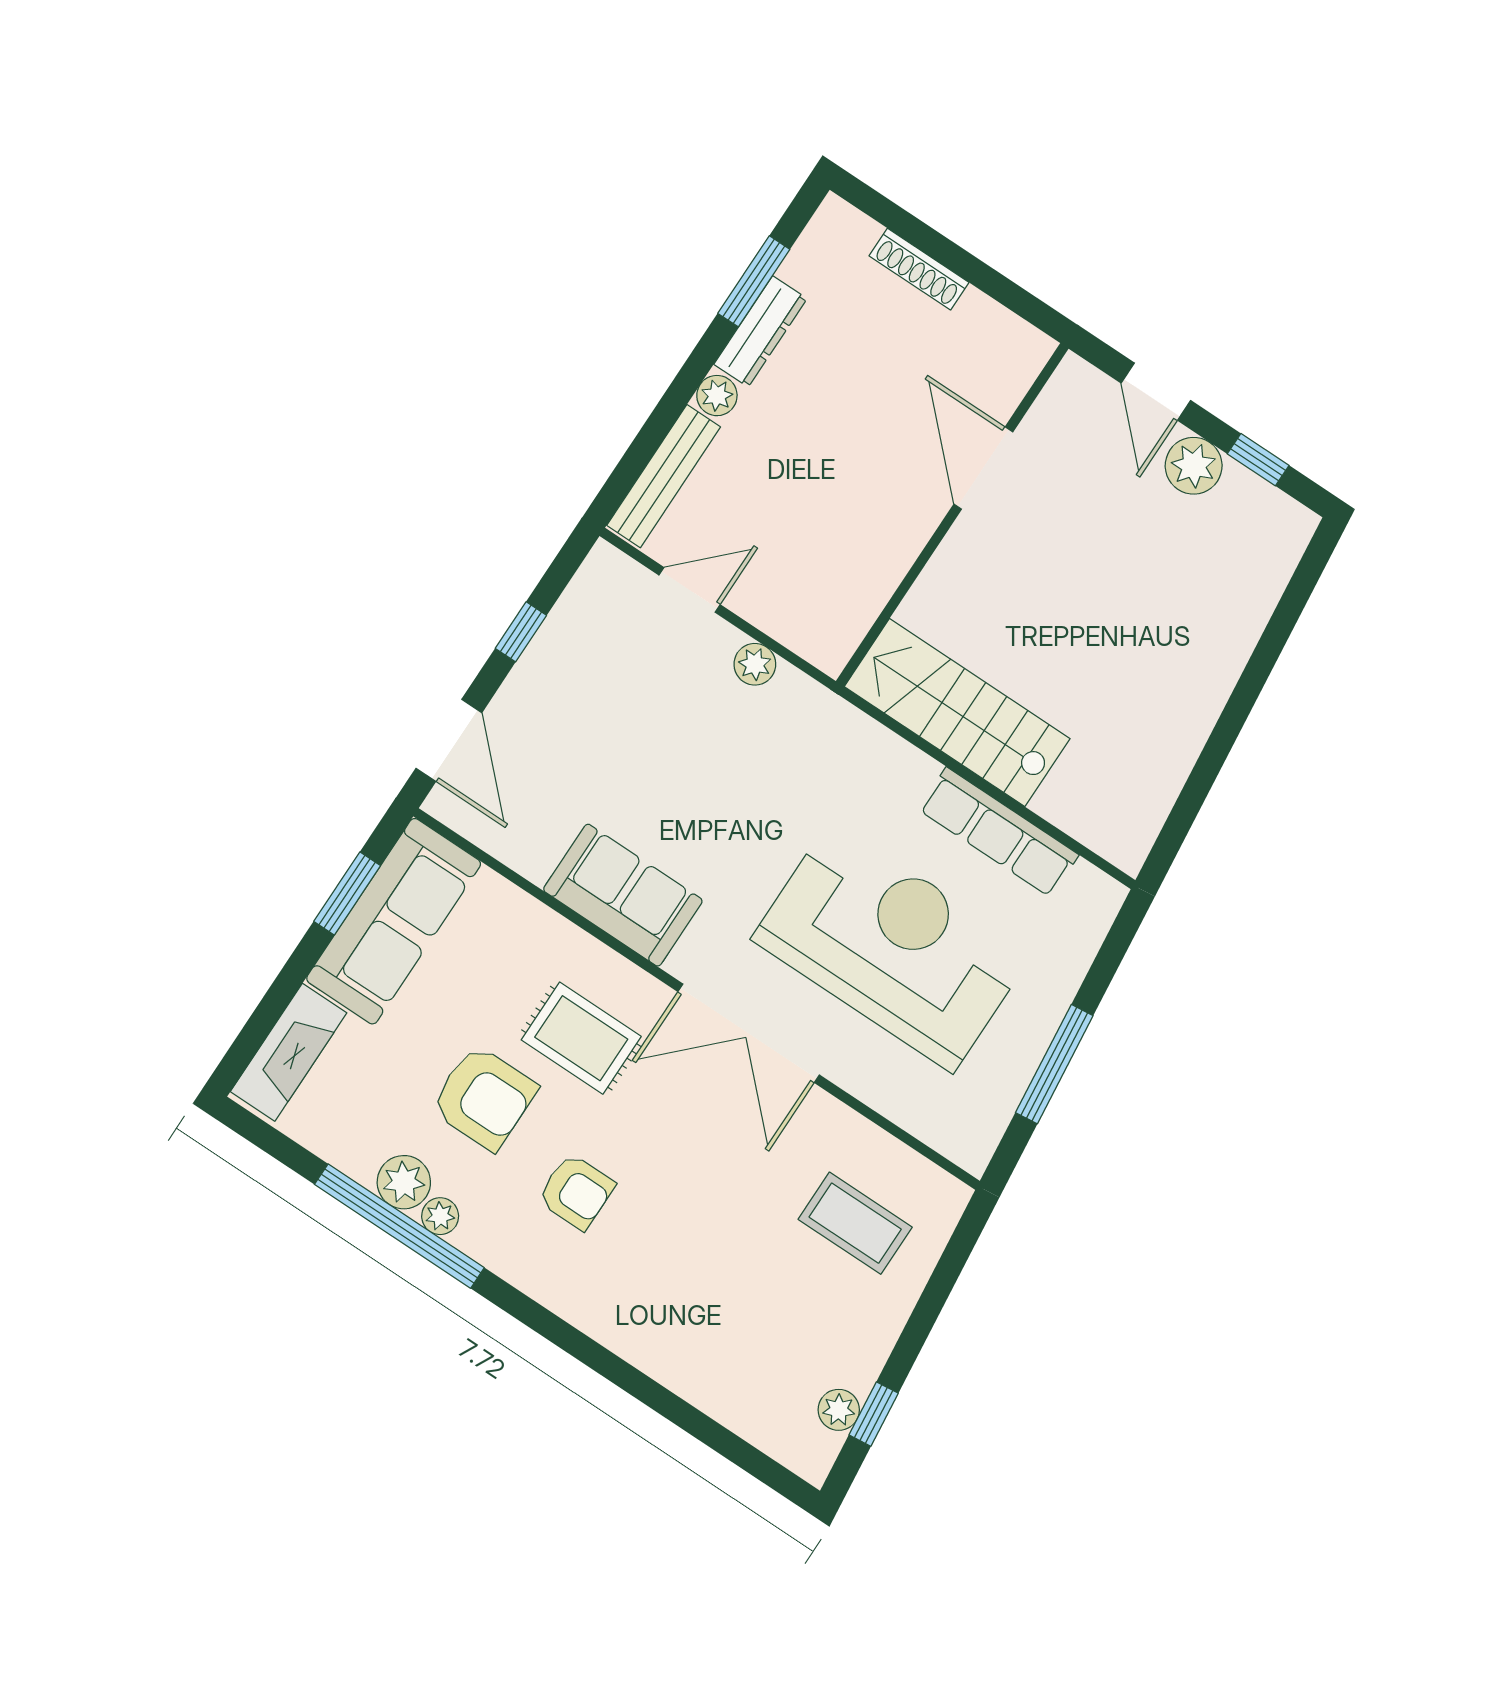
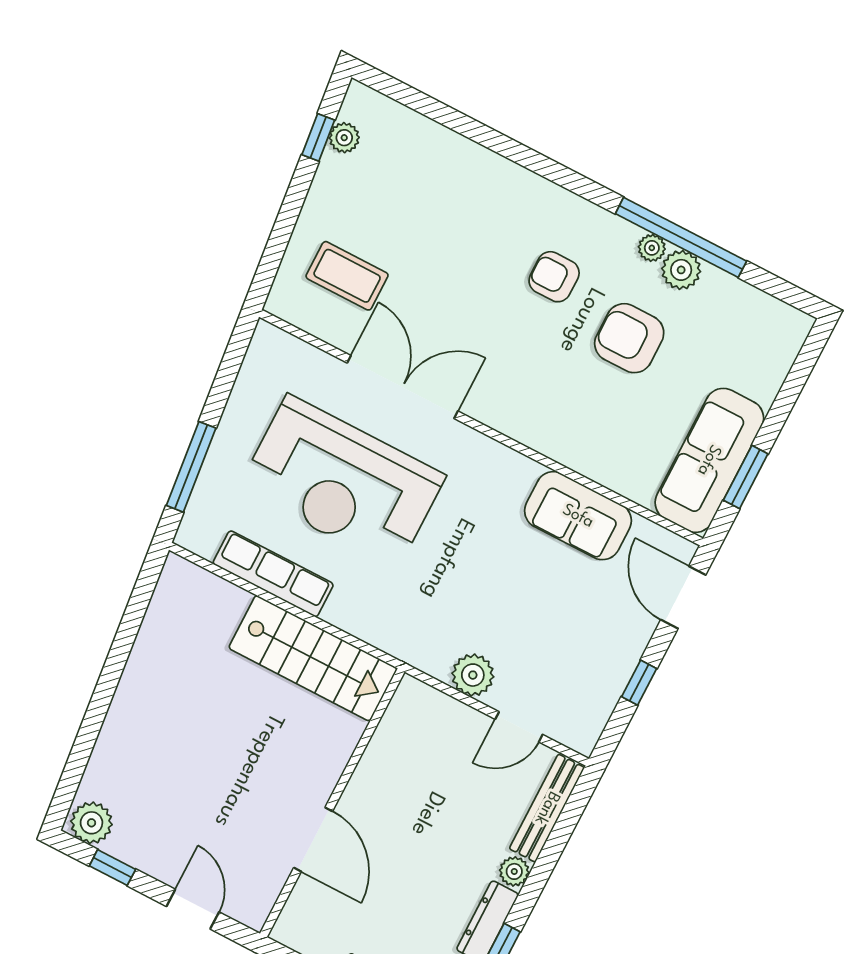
plant: (1194, 466) -> (91, 823), moved
plant: (755, 664) -> (473, 675), width x1.38, depth x1.38
sofa: (623, 895) -> (578, 516), moved
double door: (749, 1033) -> (403, 387), moved
rug: (581, 1038) -> (563, 390), removed
fireplace: (289, 1052) -> (776, 356), removed
window: (1054, 1064) -> (191, 467), moved

